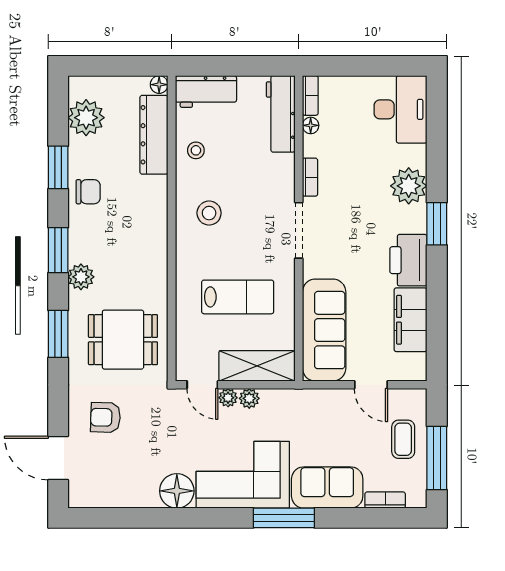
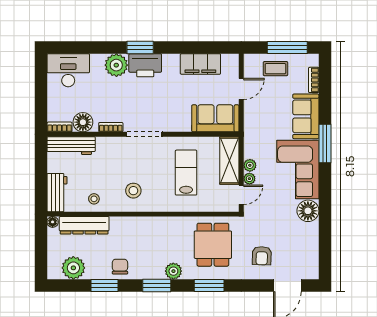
floor lamp: (311, 125) -> (83, 122), width x1.89, depth x1.89
printer: (408, 260) -> (145, 65), moved
sofa: (324, 330) -> (215, 118), width x0.73

